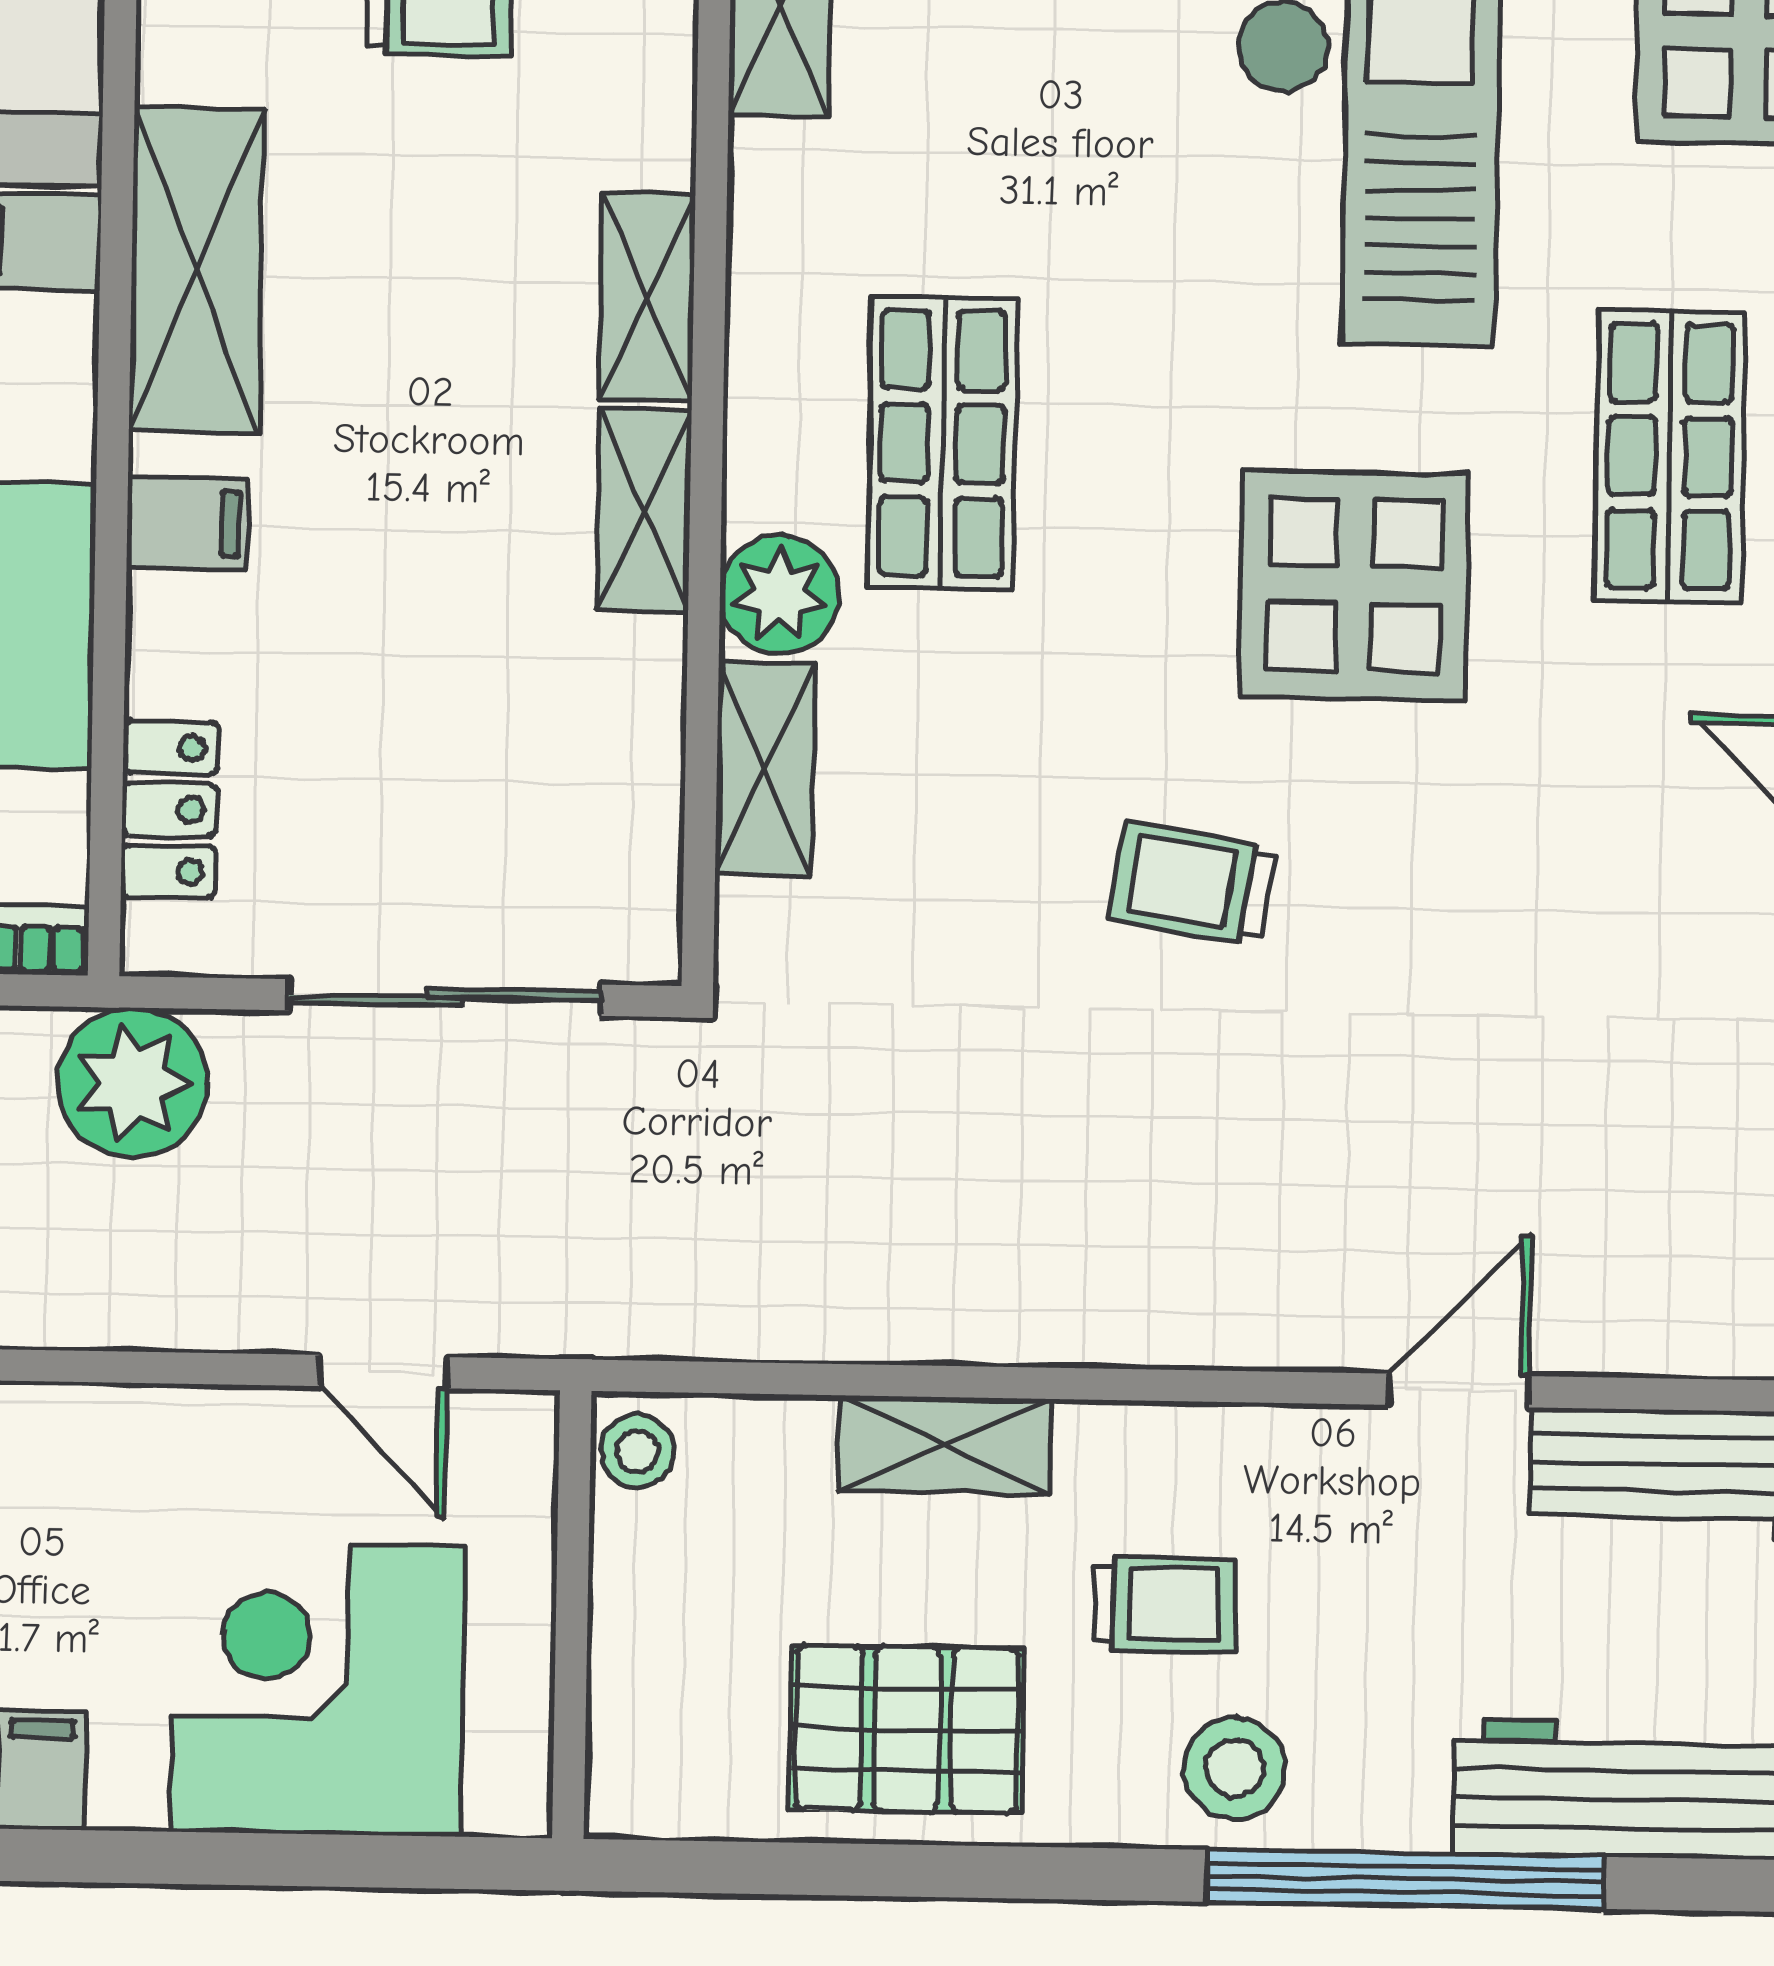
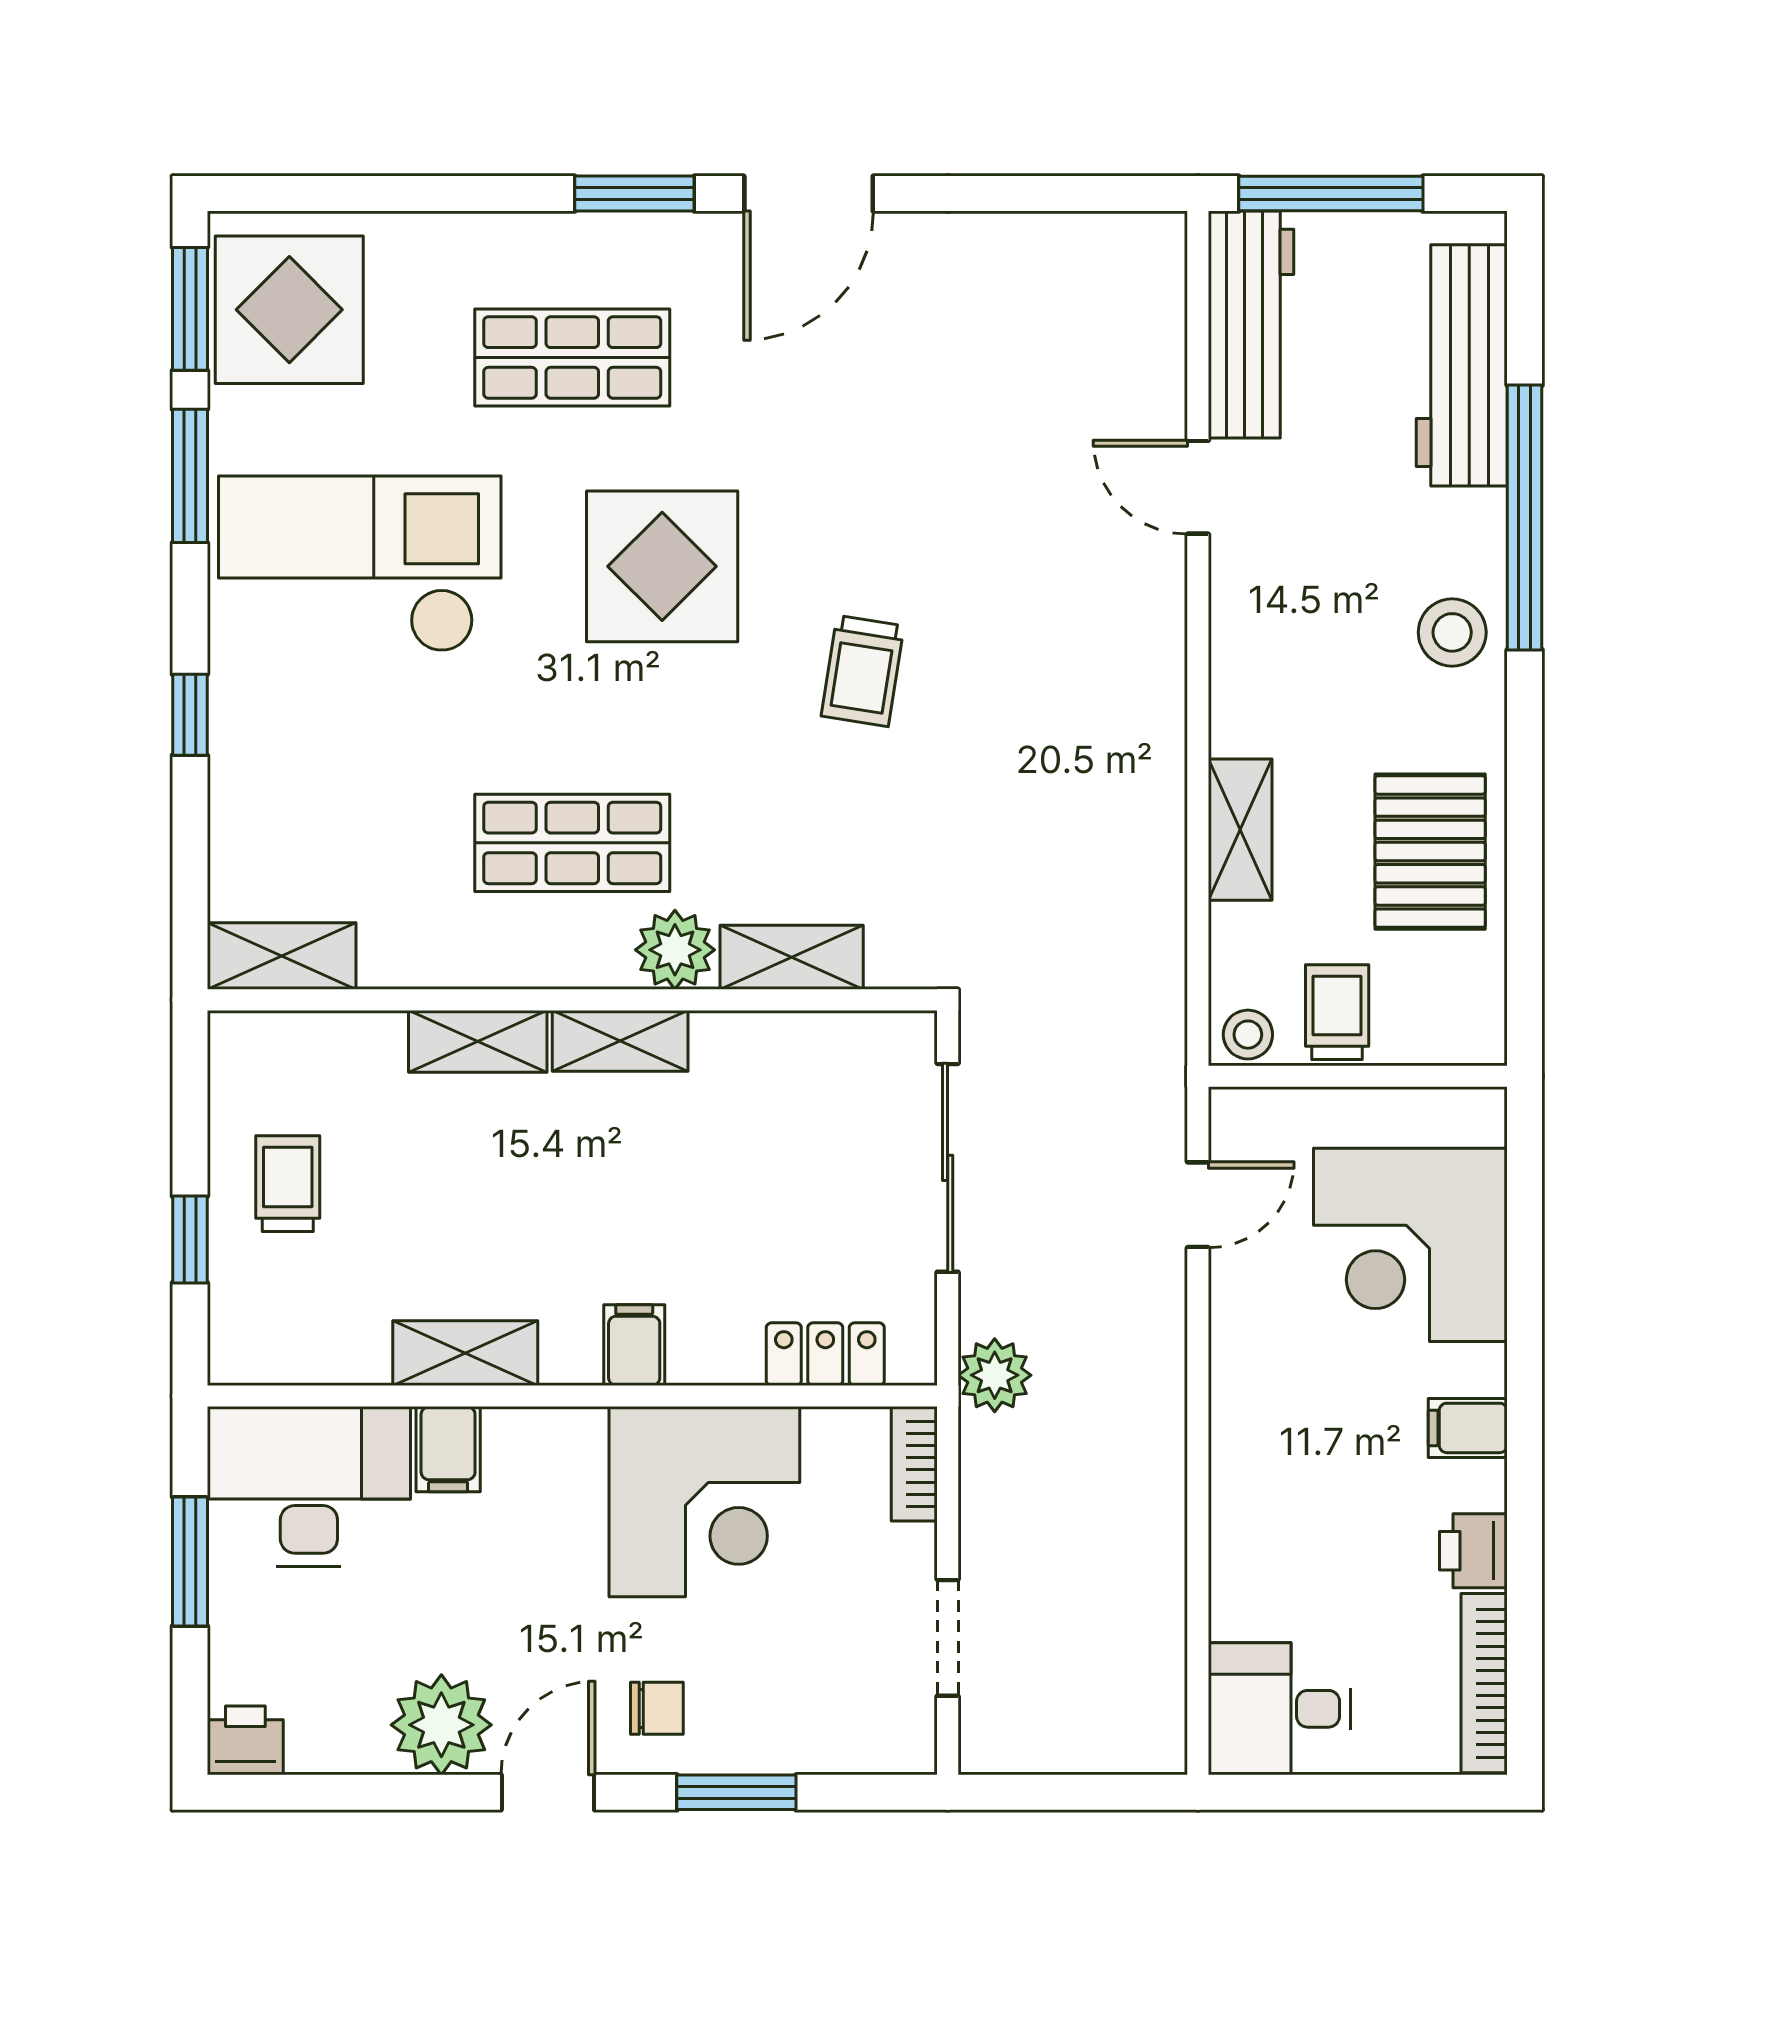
shelving: (196, 270) -> (465, 1353), width x0.67, depth x0.75
plant: (133, 1083) -> (995, 1375), width x0.73, depth x0.73
trolley: (1165, 1604) -> (1337, 1012), moved

